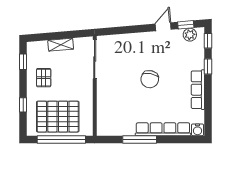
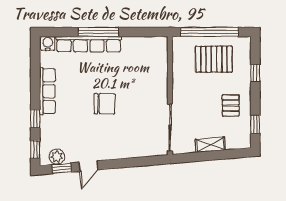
chair: (150, 79) -> (105, 104), turned 80
pallet: (58, 117) -> (214, 59), width x0.73, depth x0.71
window: (140, 139) -> (98, 32), moved

